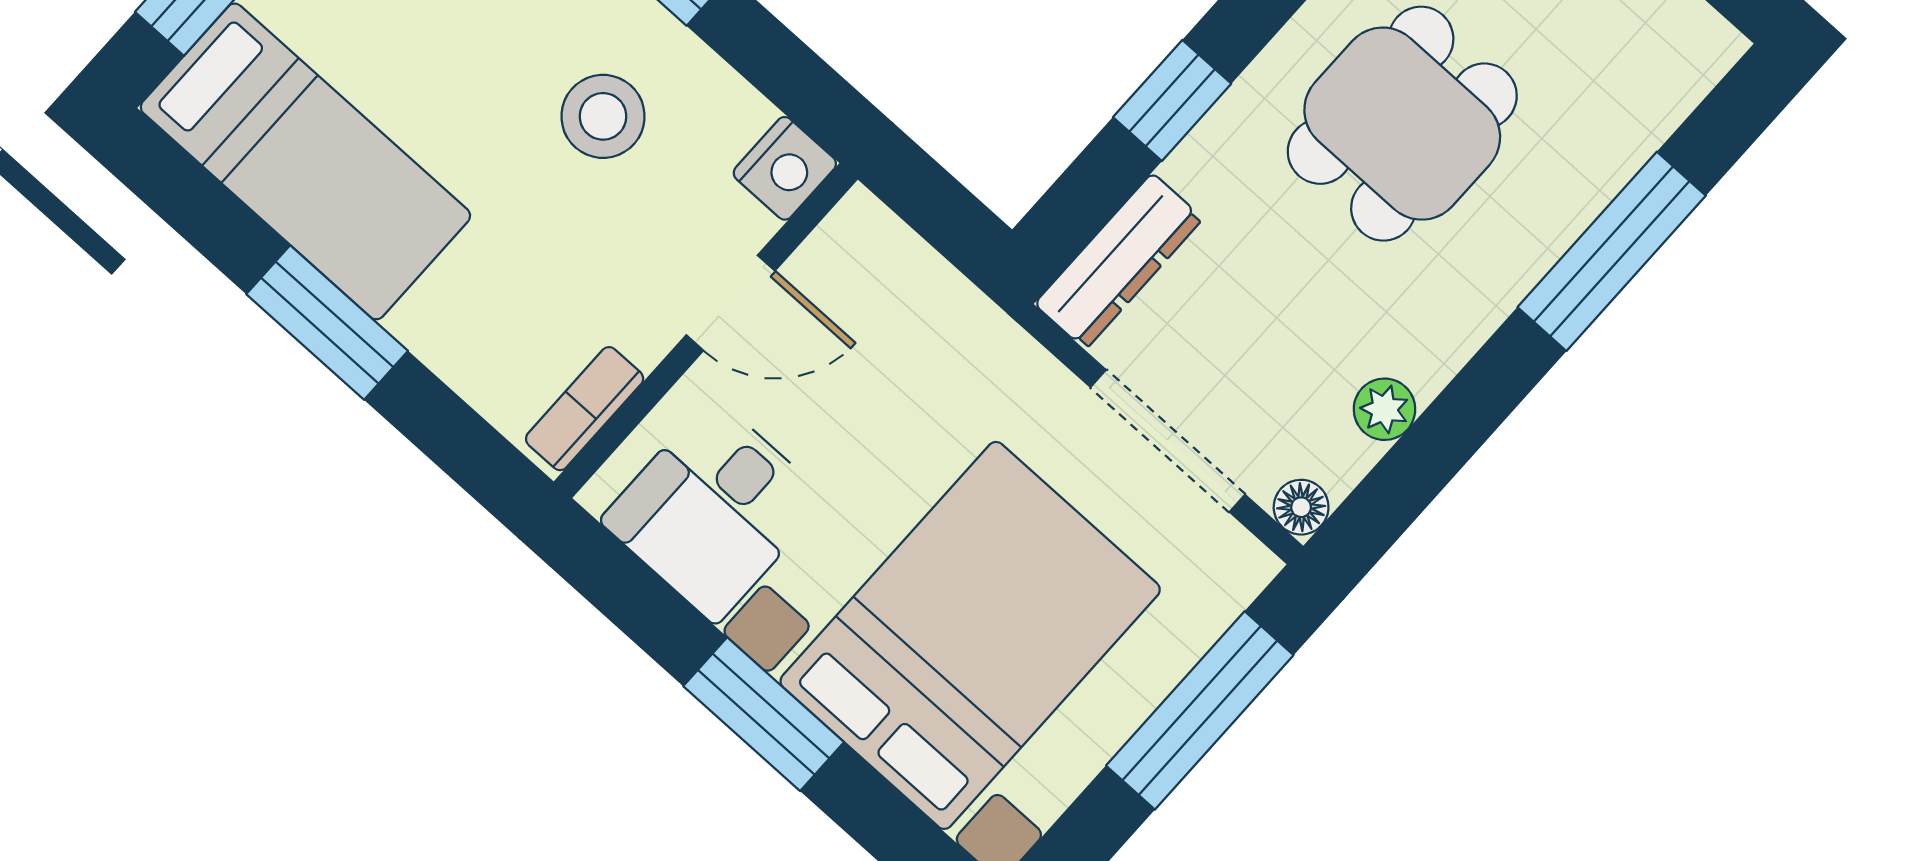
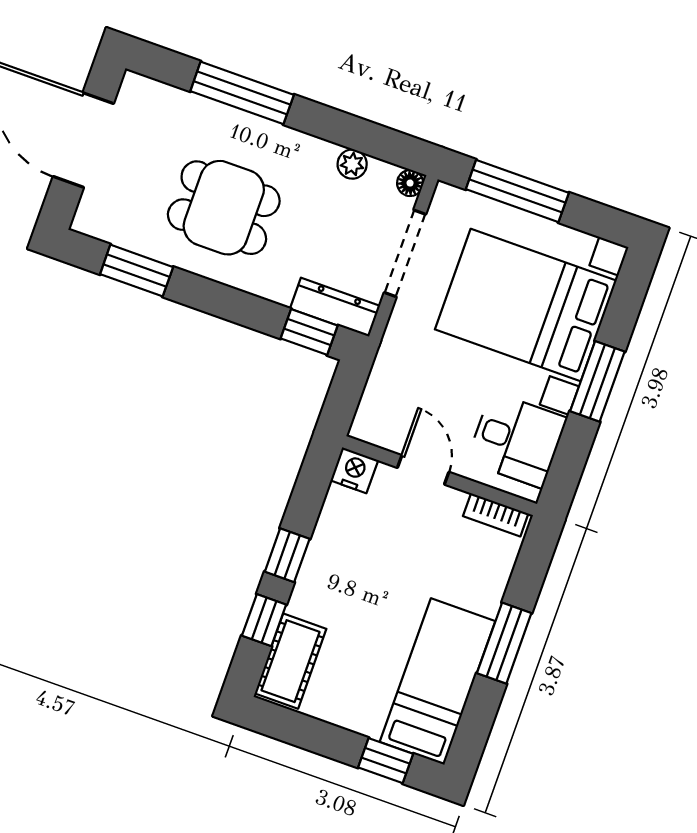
window: (1172, 100) -> (309, 332), moved
stool: (603, 116) -> (364, 559), removed

